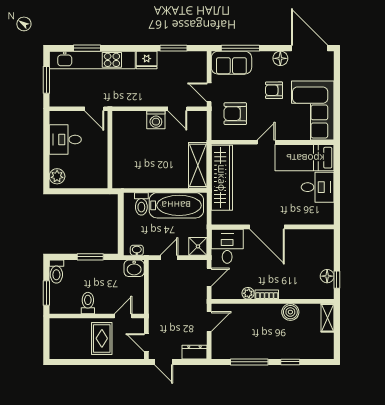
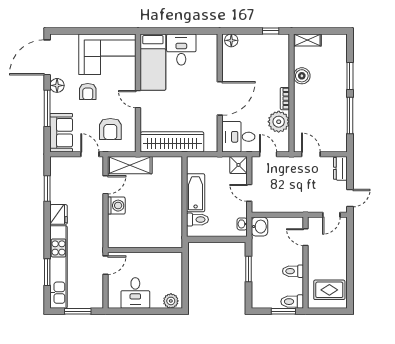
window: (240, 48) -> (47, 108), moved
door: (209, 92) -> (90, 154), swing flipped
shelving: (198, 165) -> (130, 165), moved
bathtub: (176, 205) -> (196, 193), width x0.73, depth x0.73
toilet: (56, 271) -> (292, 302), moved, turned 180
floor lamp: (327, 276) -> (231, 40), moved
plant: (248, 293) -> (279, 122), width x1.87, depth x1.87
rug: (102, 338) -> (329, 290), moved
window: (290, 362) -> (350, 76), width x1.50

